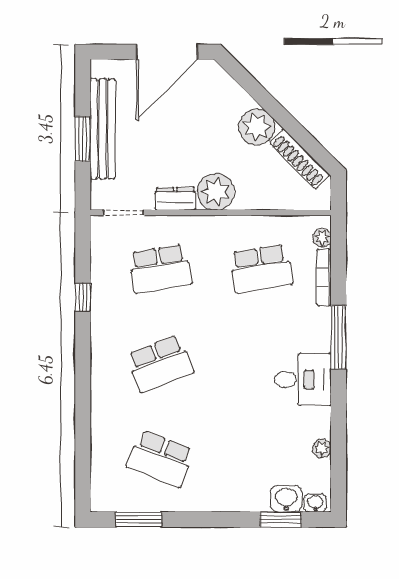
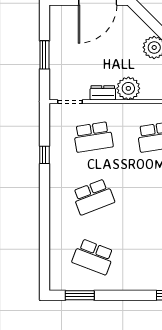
bench: (103, 129) -> (57, 49), removed

